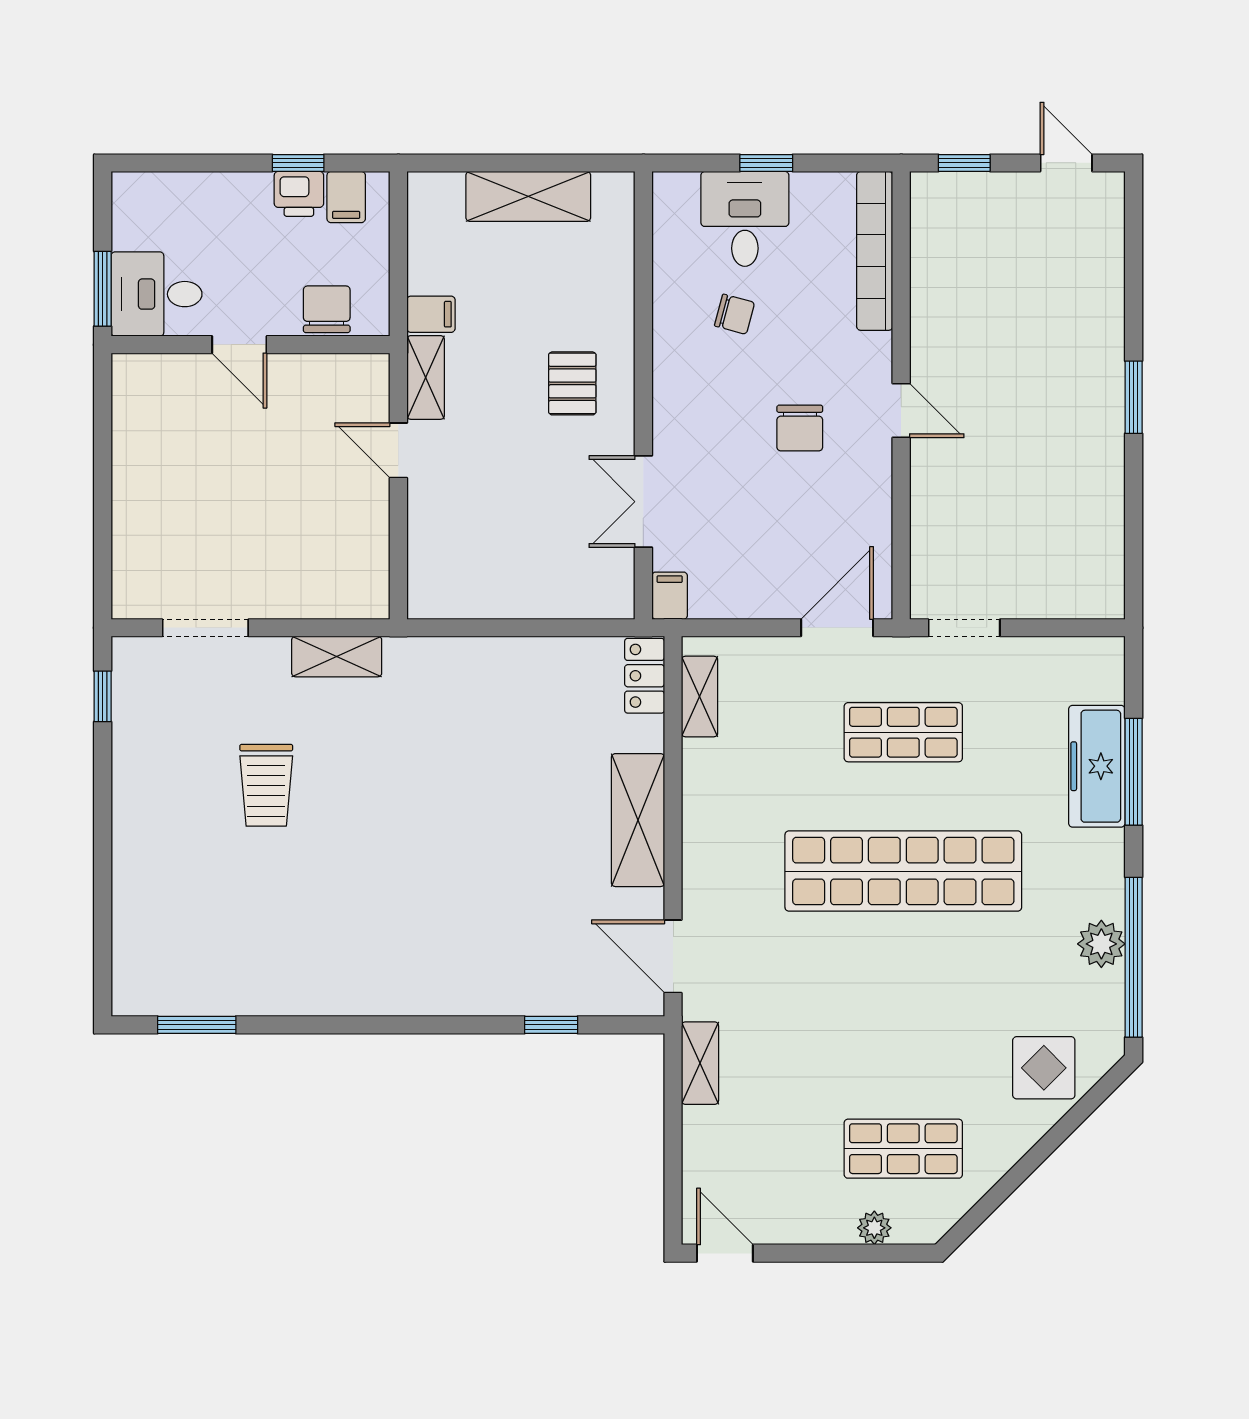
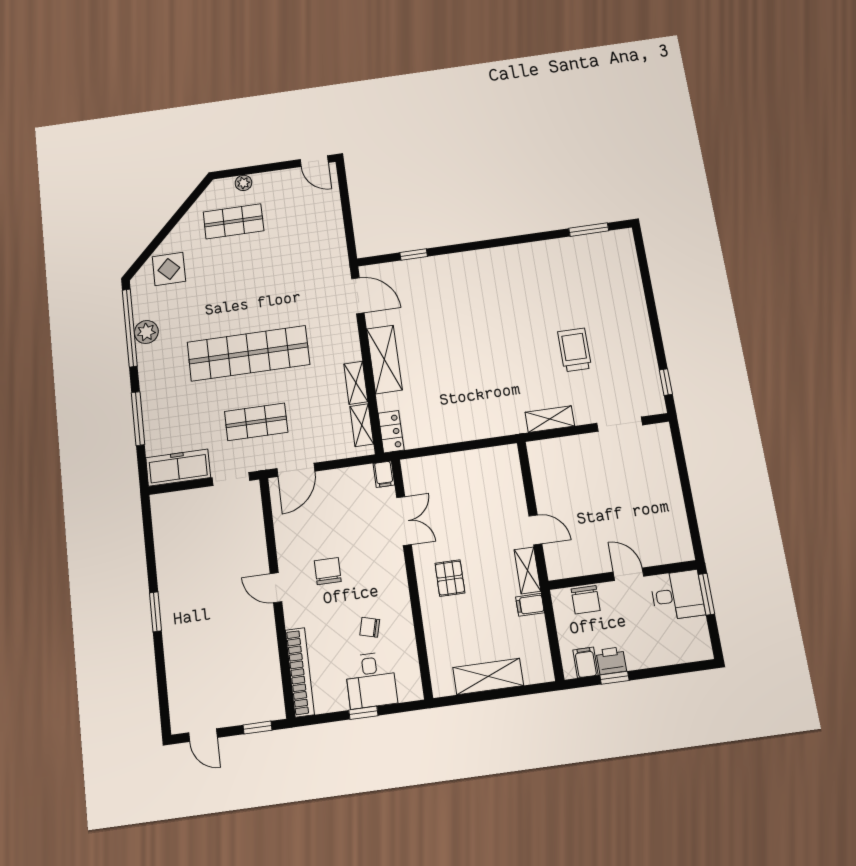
freezer: (1097, 766) -> (178, 468), moved, turned -90
shelving: (700, 1063) -> (356, 383), moved

